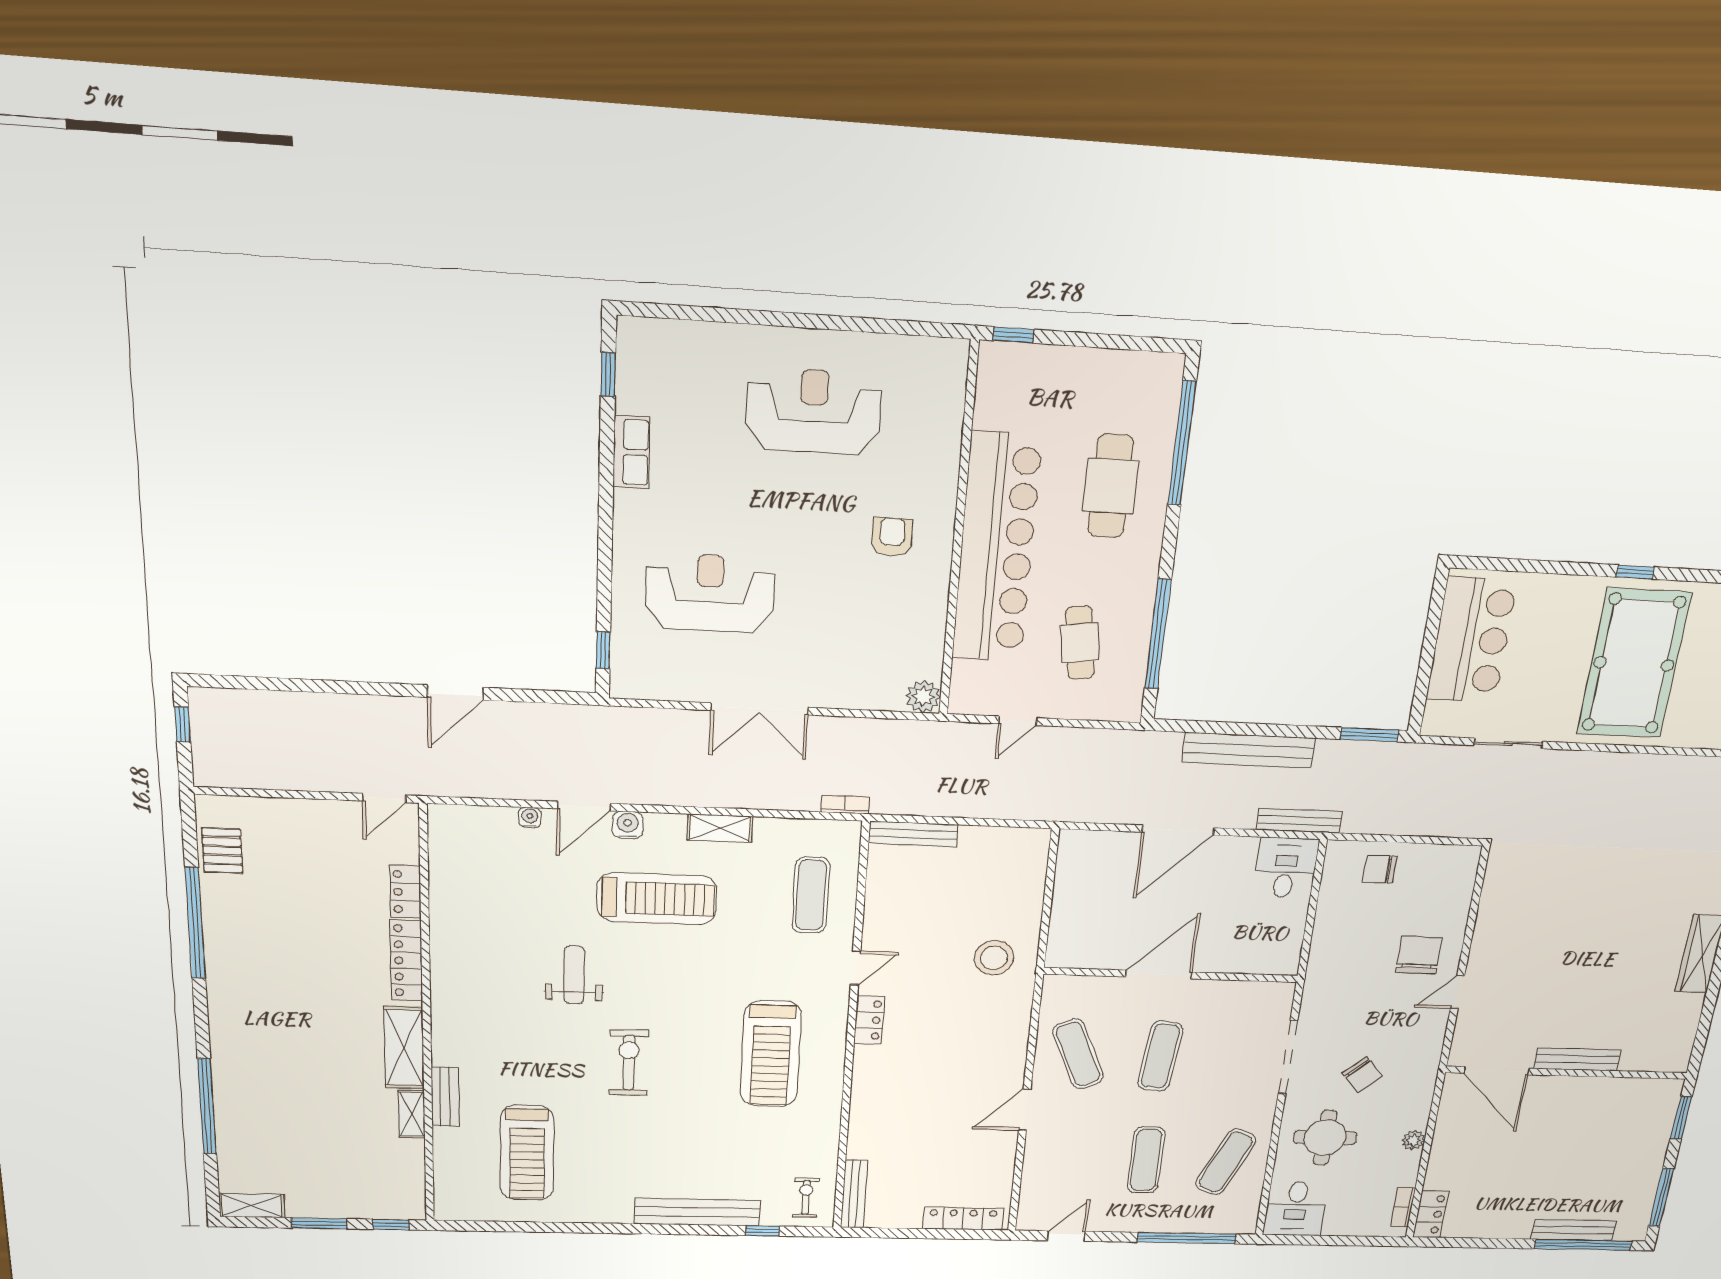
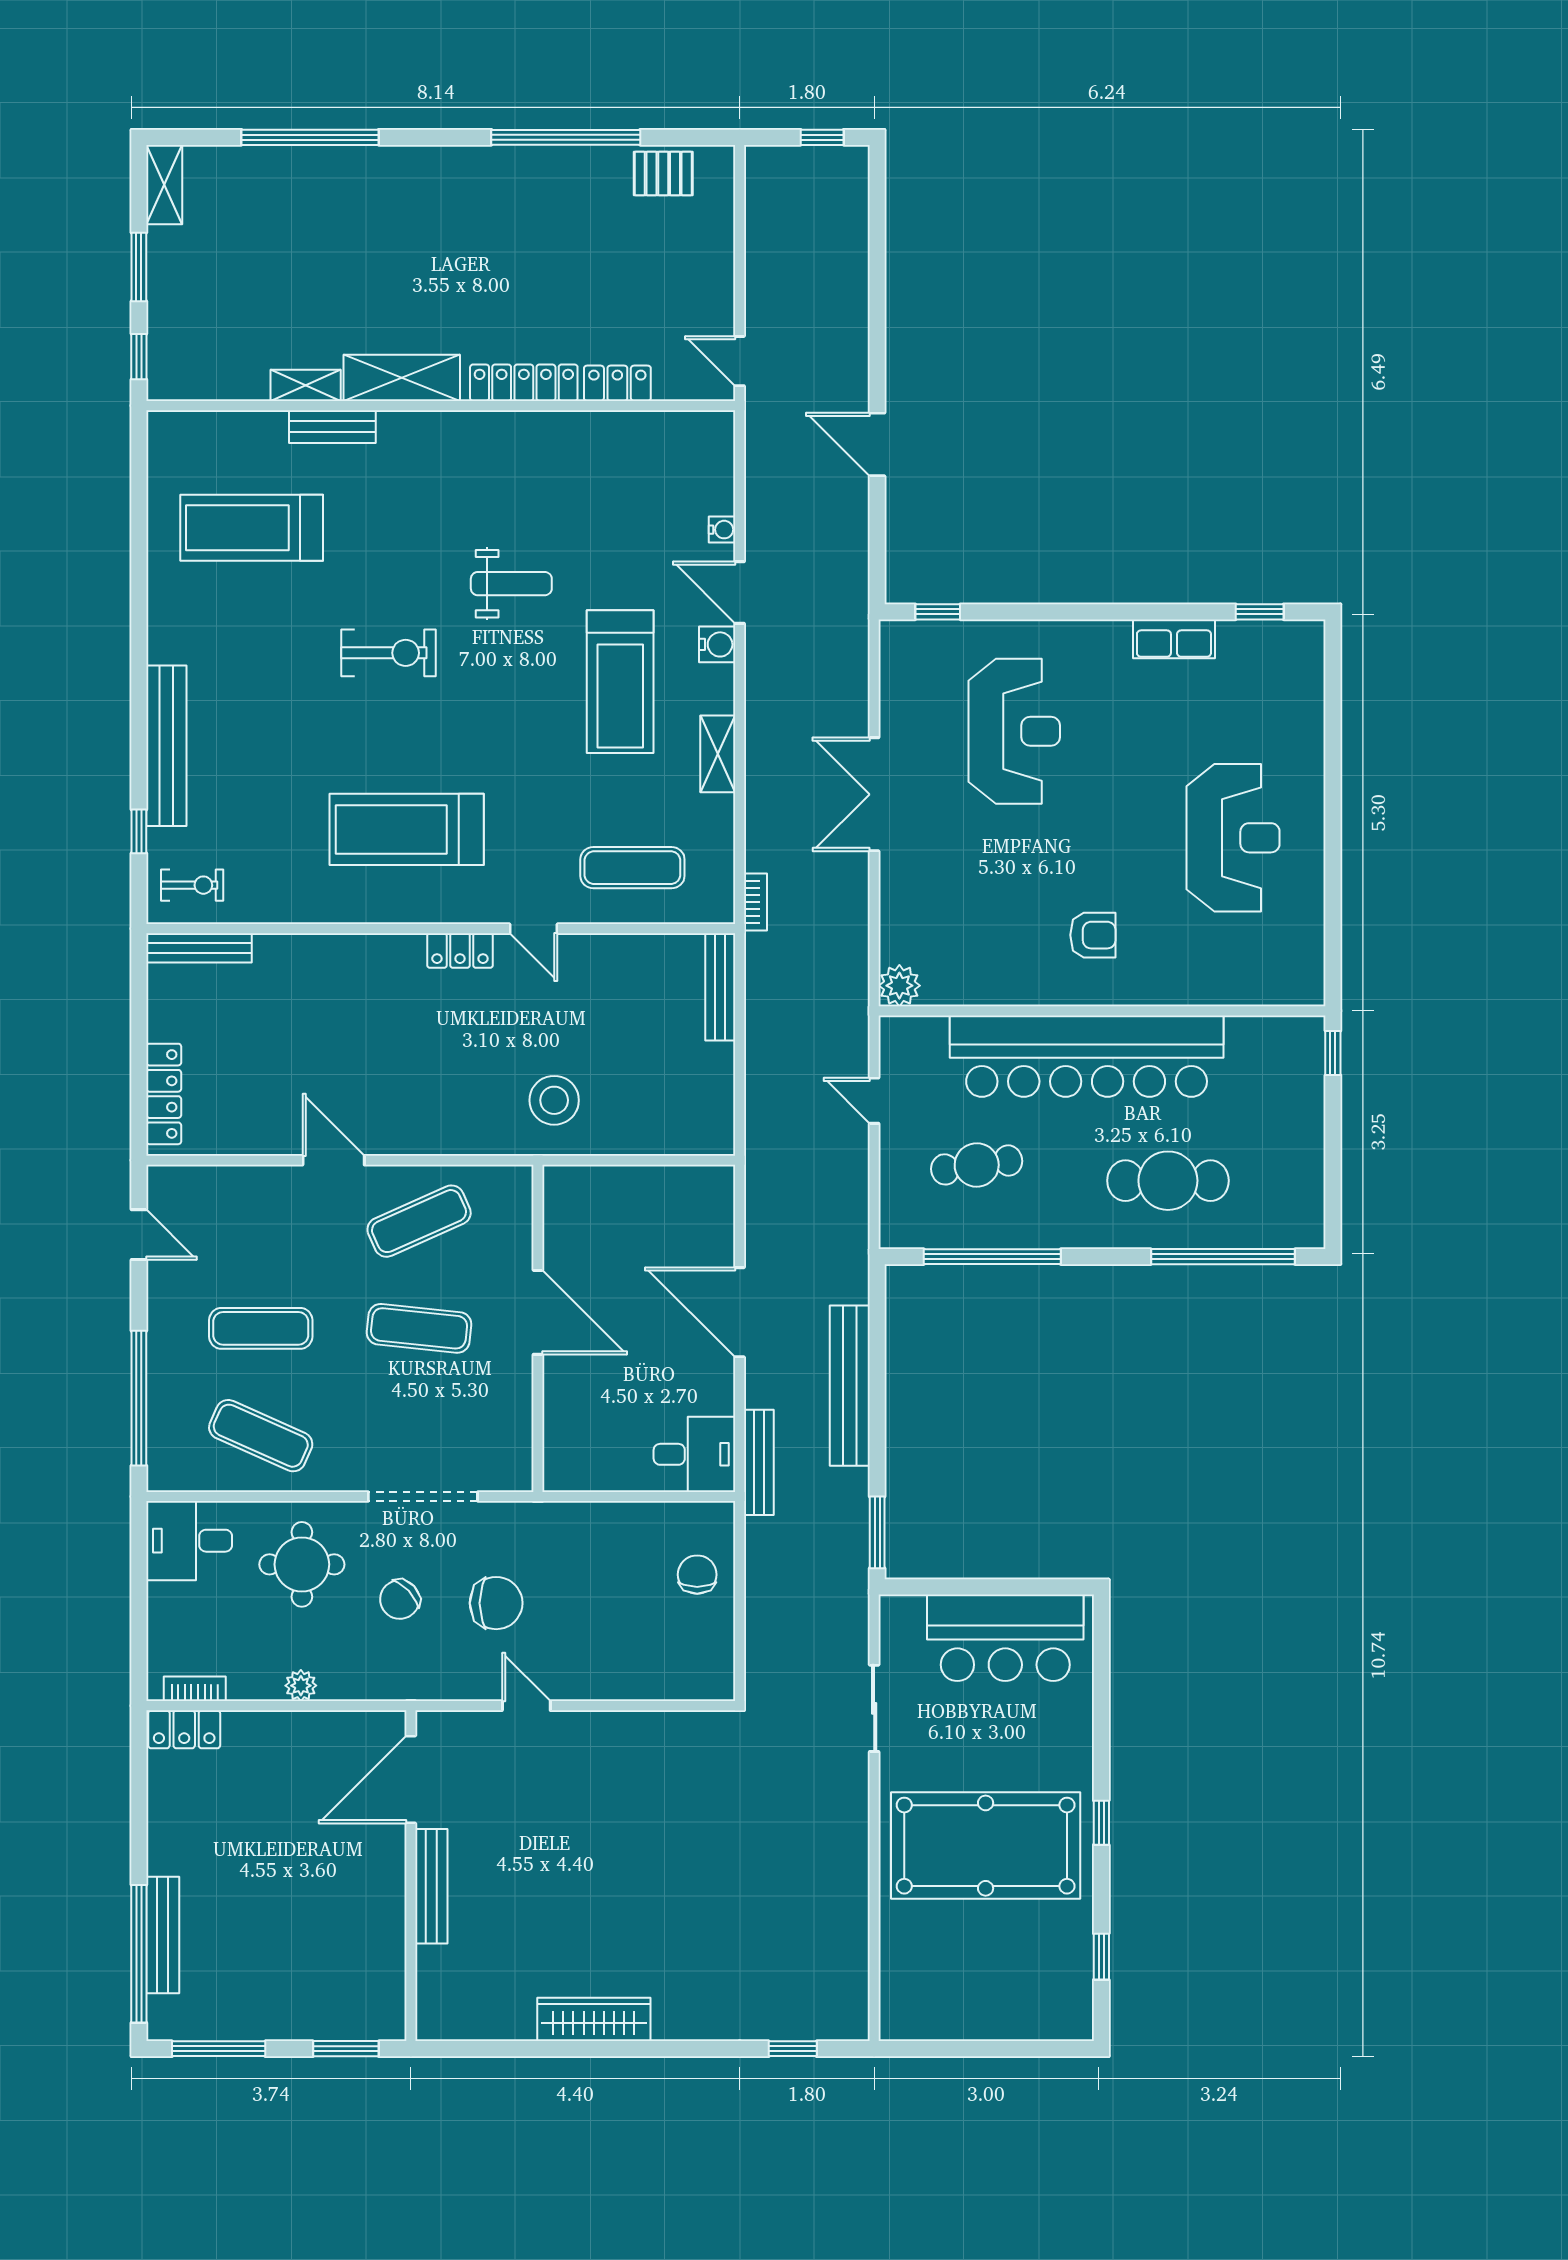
chair: (1419, 955) -> (496, 1603), moved

